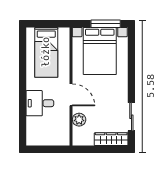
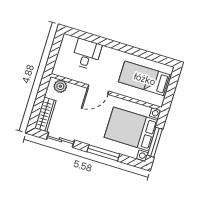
window: (131, 71) -> (103, 153), added
desk: (40, 103) -> (87, 54), moved
plant: (79, 120) -> (60, 86), moved

